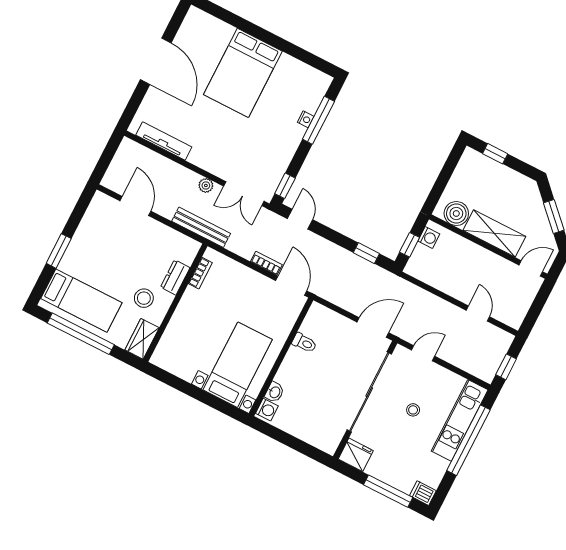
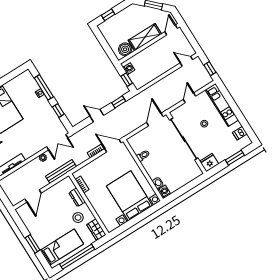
window: (285, 186) -> (58, 111), moved
door: (135, 206) -> (33, 196), swing flipped
door: (300, 219) -> (97, 116), moved
door: (478, 313) -> (186, 61), moved
door: (423, 353) -> (190, 98), moved
bed with nightstands: (238, 365) -> (129, 196), width x1.36
window: (469, 440) -> (234, 106), removed
window: (388, 491) -> (235, 158), width x0.69
dishwasher: (423, 493) -> (240, 133), moved

